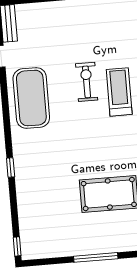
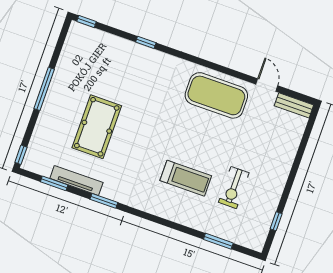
exercise bike: (87, 82) -> (234, 188), moved, turned 90
window: (11, 167) -> (146, 42), moved

